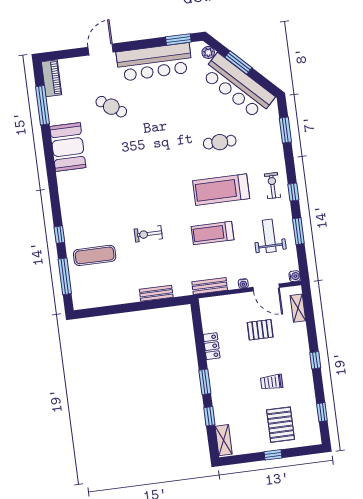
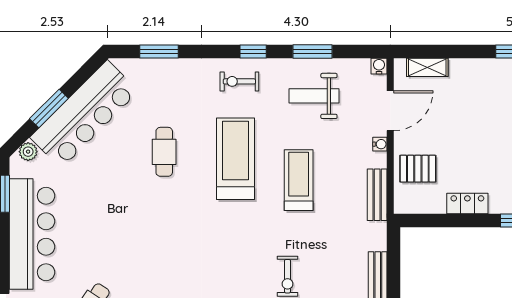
treadmill: (221, 190) -> (236, 159), turned 180
treadmill: (213, 233) -> (299, 180), turned 180
pallet: (260, 330) -> (418, 169), moved, turned 90

